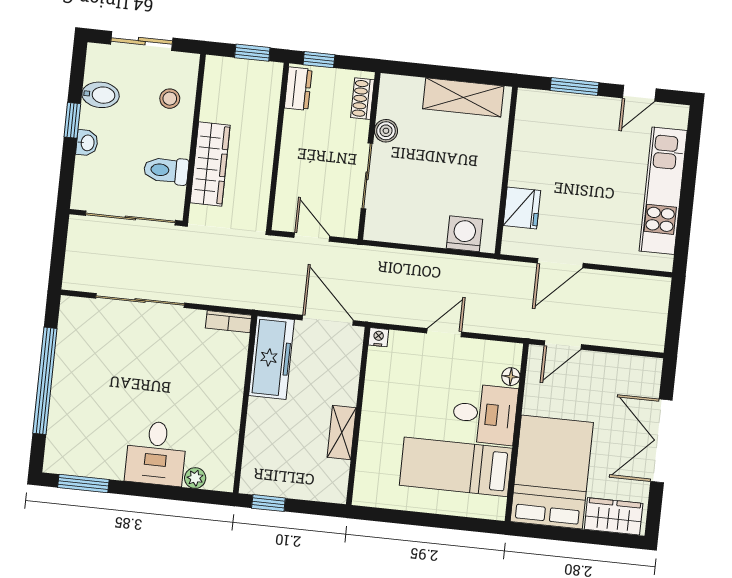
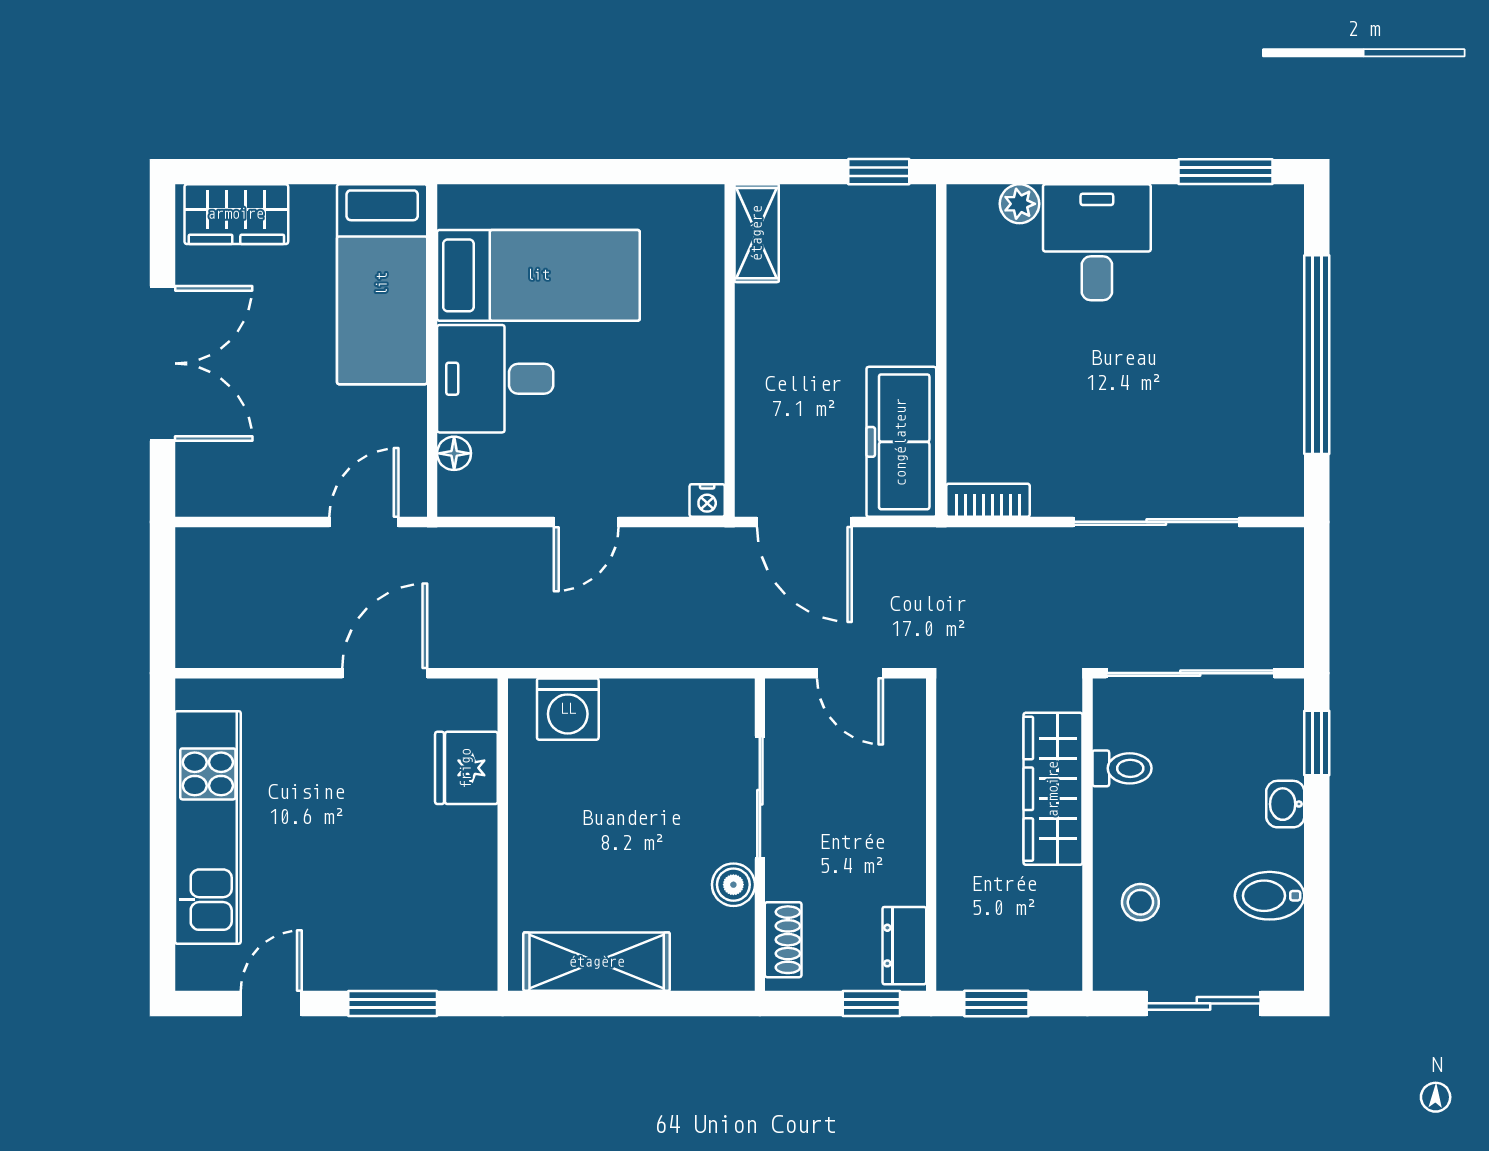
window: (72, 120) -> (1317, 743), moved
toilet: (166, 170) -> (1122, 768), width x0.73, depth x0.72
shelving: (342, 432) -> (757, 233), moved
bed: (552, 472) -> (382, 284), width x0.67

